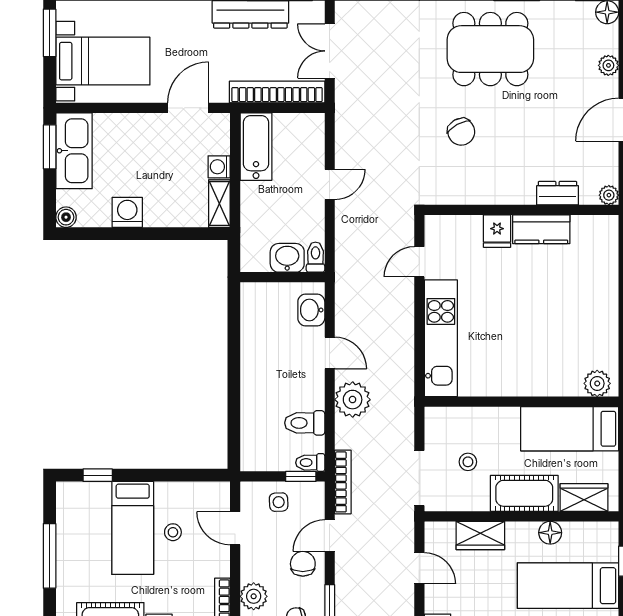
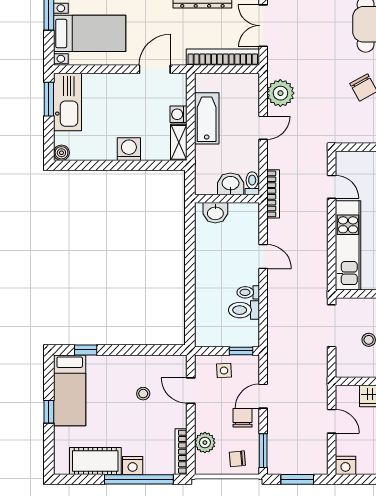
bathtub: (256, 147) -> (207, 118), moved
washing machine: (127, 212) -> (129, 149), moved
door: (419, 262) -> (332, 187), swing flipped
washbasin: (311, 310) -> (215, 213), moved, turned -90
plant: (353, 400) -> (280, 93), moved
toilet: (310, 463) -> (248, 292), moved
doorway: (419, 478) -> (332, 326), moved
bookcase: (343, 482) -> (273, 194), moved
bed: (133, 528) -> (70, 390), moved
window: (50, 556) -> (49, 412), width x0.46

